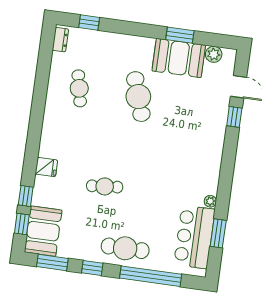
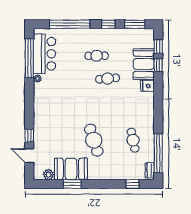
window: (44, 63) -> (158, 153), added
booth: (43, 231) -> (144, 64), moved
window: (218, 233) -> (29, 58), width x2.11
cafe table: (125, 248) -> (97, 56), moved, width x0.73, depth x0.74

